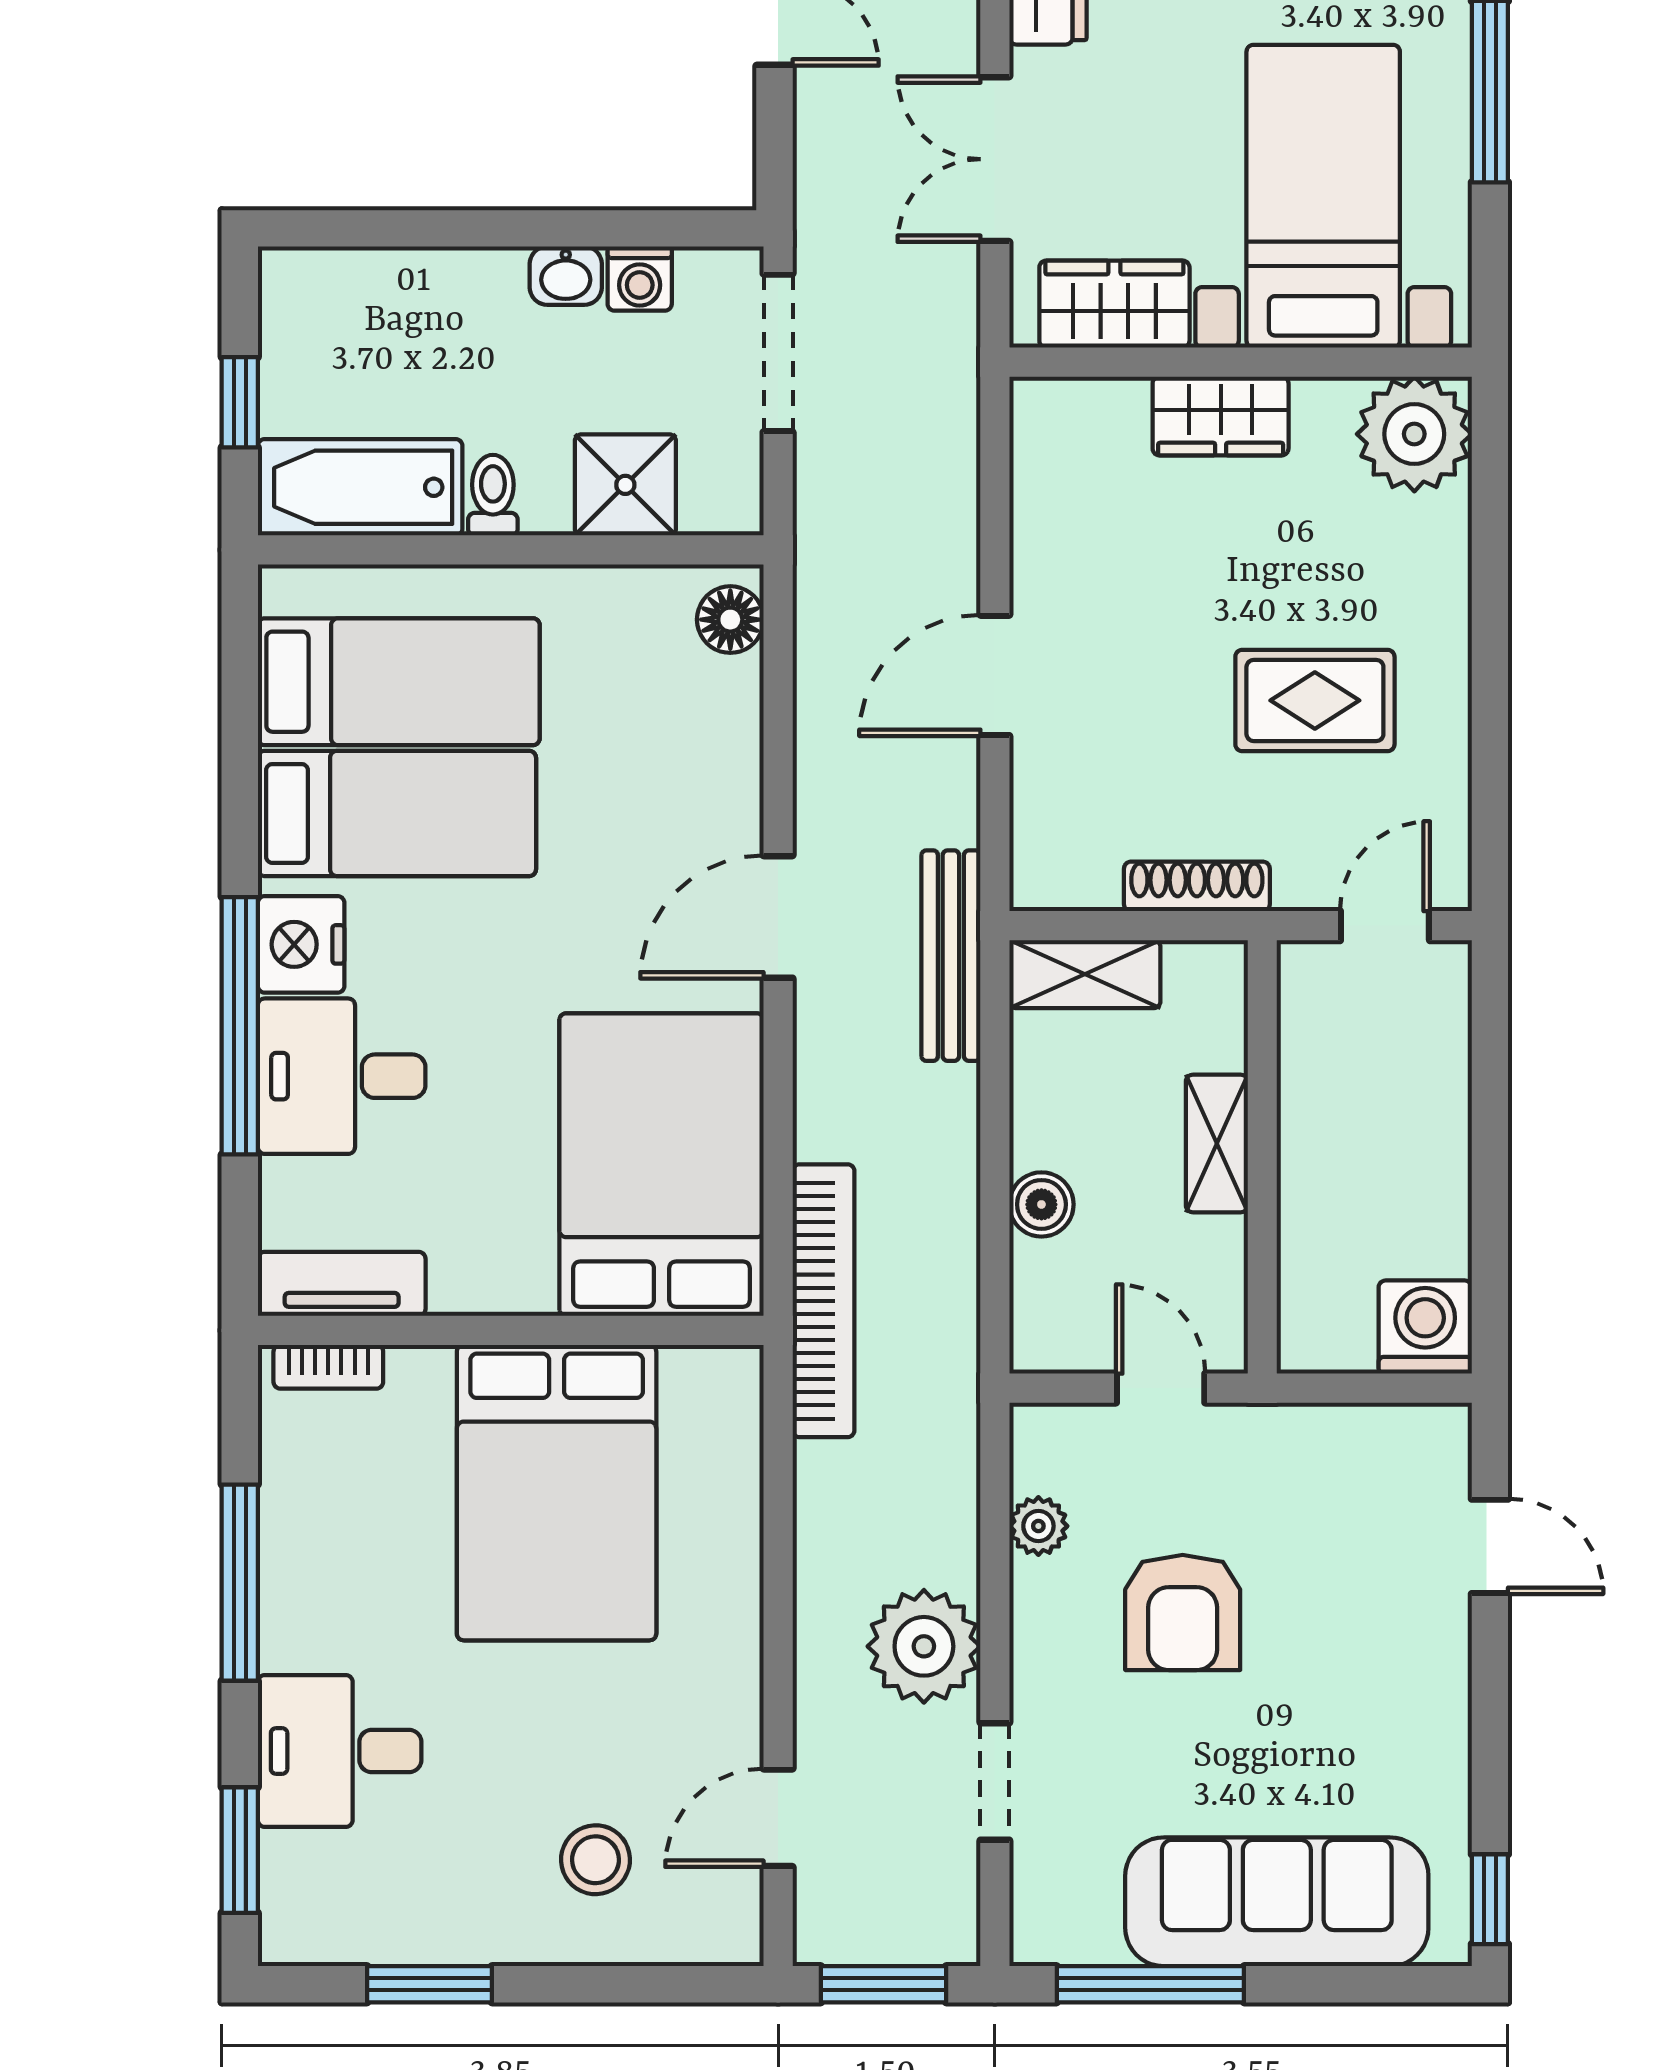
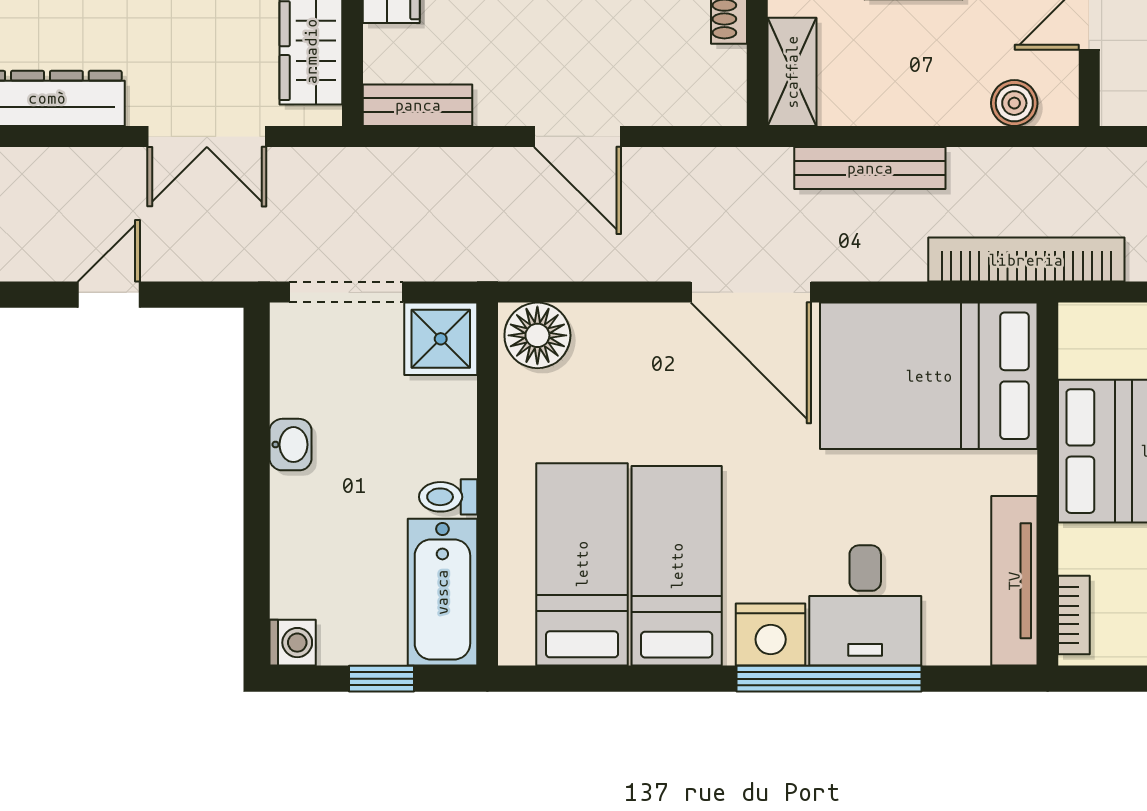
washing machine: (640, 279) -> (293, 643), moved
bench: (1038, 453) -> (418, 105), added
shower: (625, 485) -> (441, 339), moved
floor lamp: (730, 620) -> (537, 335), width x1.38, depth x1.38
door: (778, 917) -> (751, 292), width x1.36
bench: (951, 956) -> (870, 168), moved
boiler: (1041, 1204) -> (1014, 103), moved
tv unit: (342, 1284) -> (1014, 581), width x1.41

